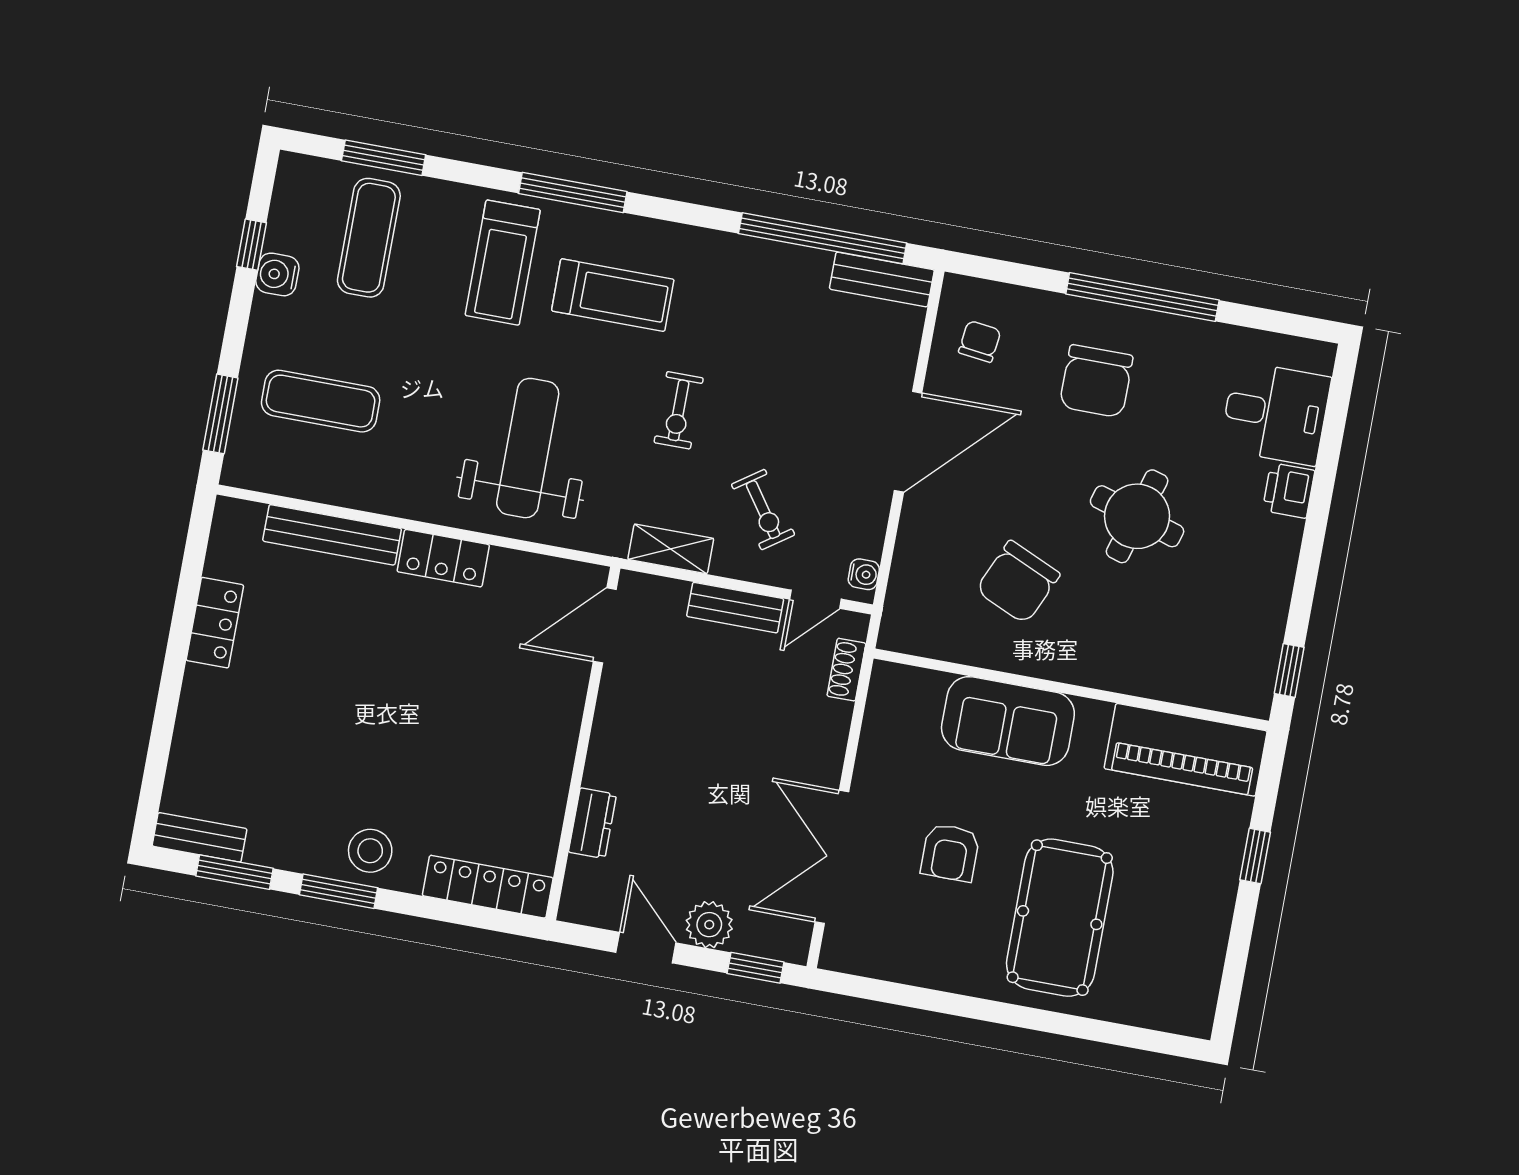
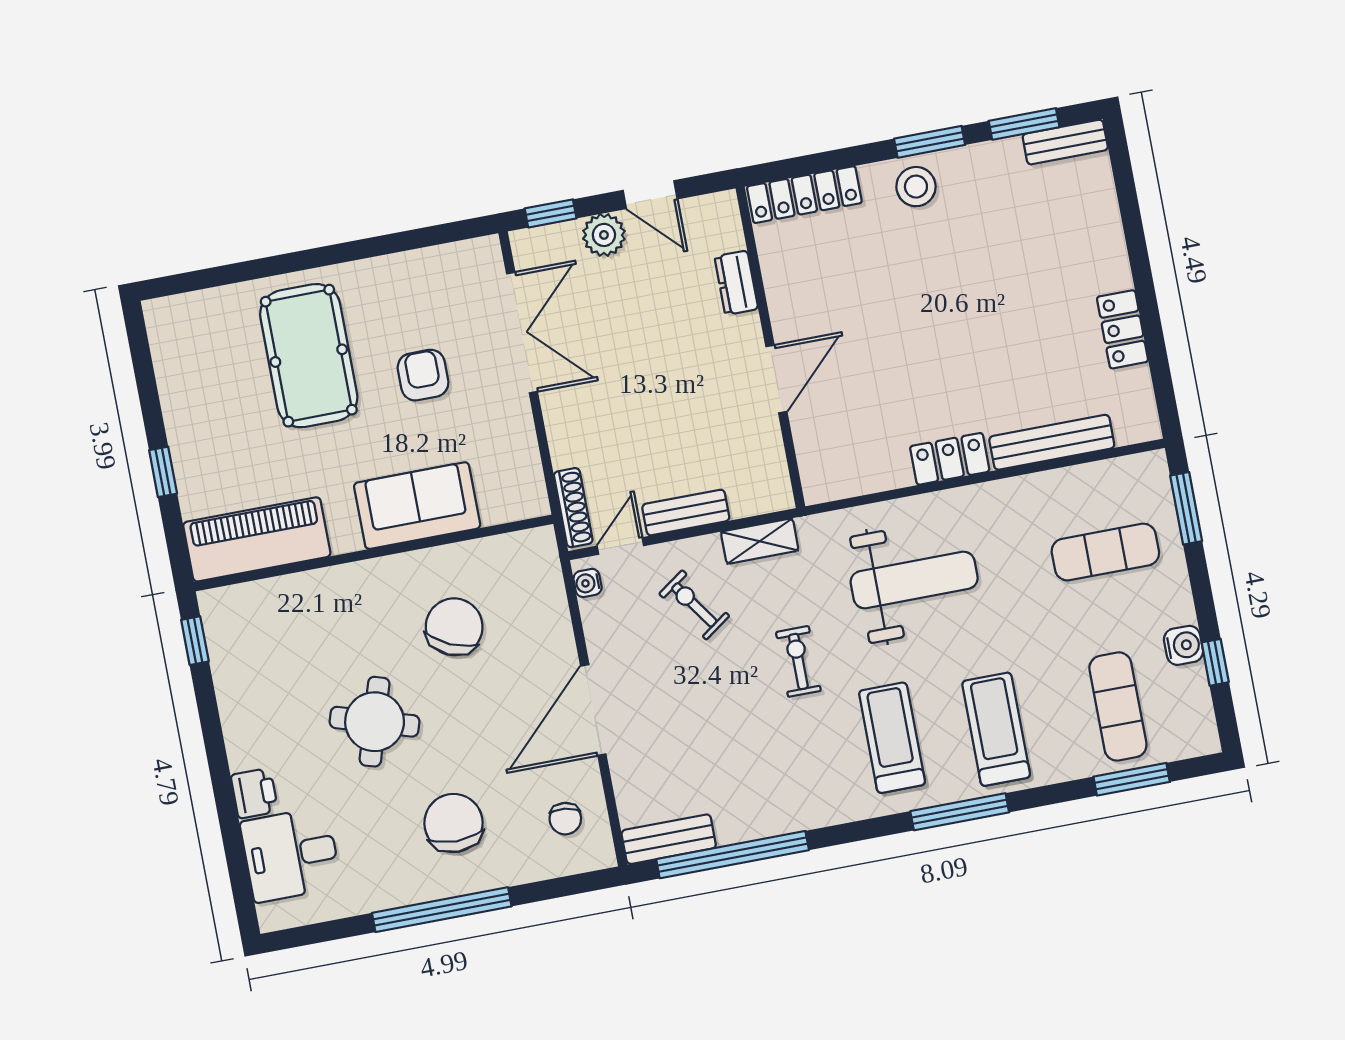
treadmill: (613, 295) -> (892, 738), turned 90
weight bench: (528, 448) -> (914, 580), turned -90
door: (605, 625) -> (776, 379), moved
shoe rack: (846, 670) -> (573, 508), width x1.43

